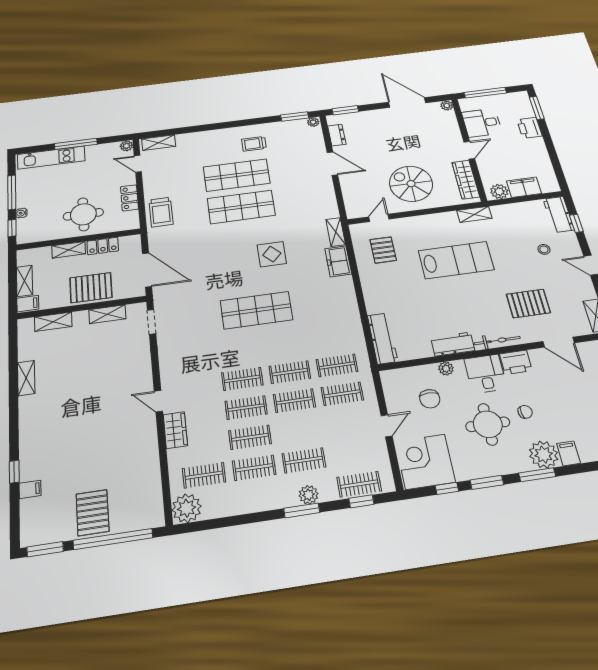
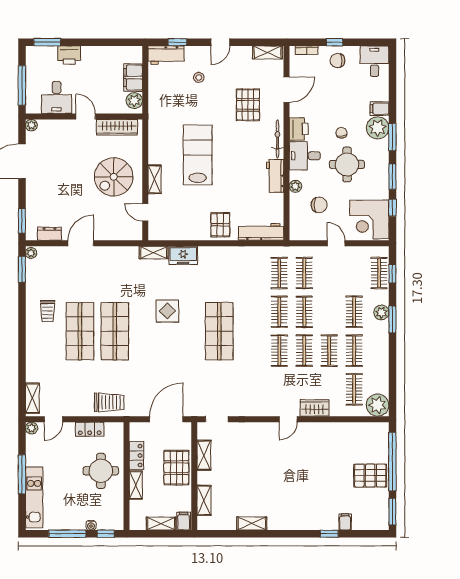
shelving: (474, 214) -> (155, 179), moved
pallet: (383, 250) -> (220, 225), moved, turned 90

